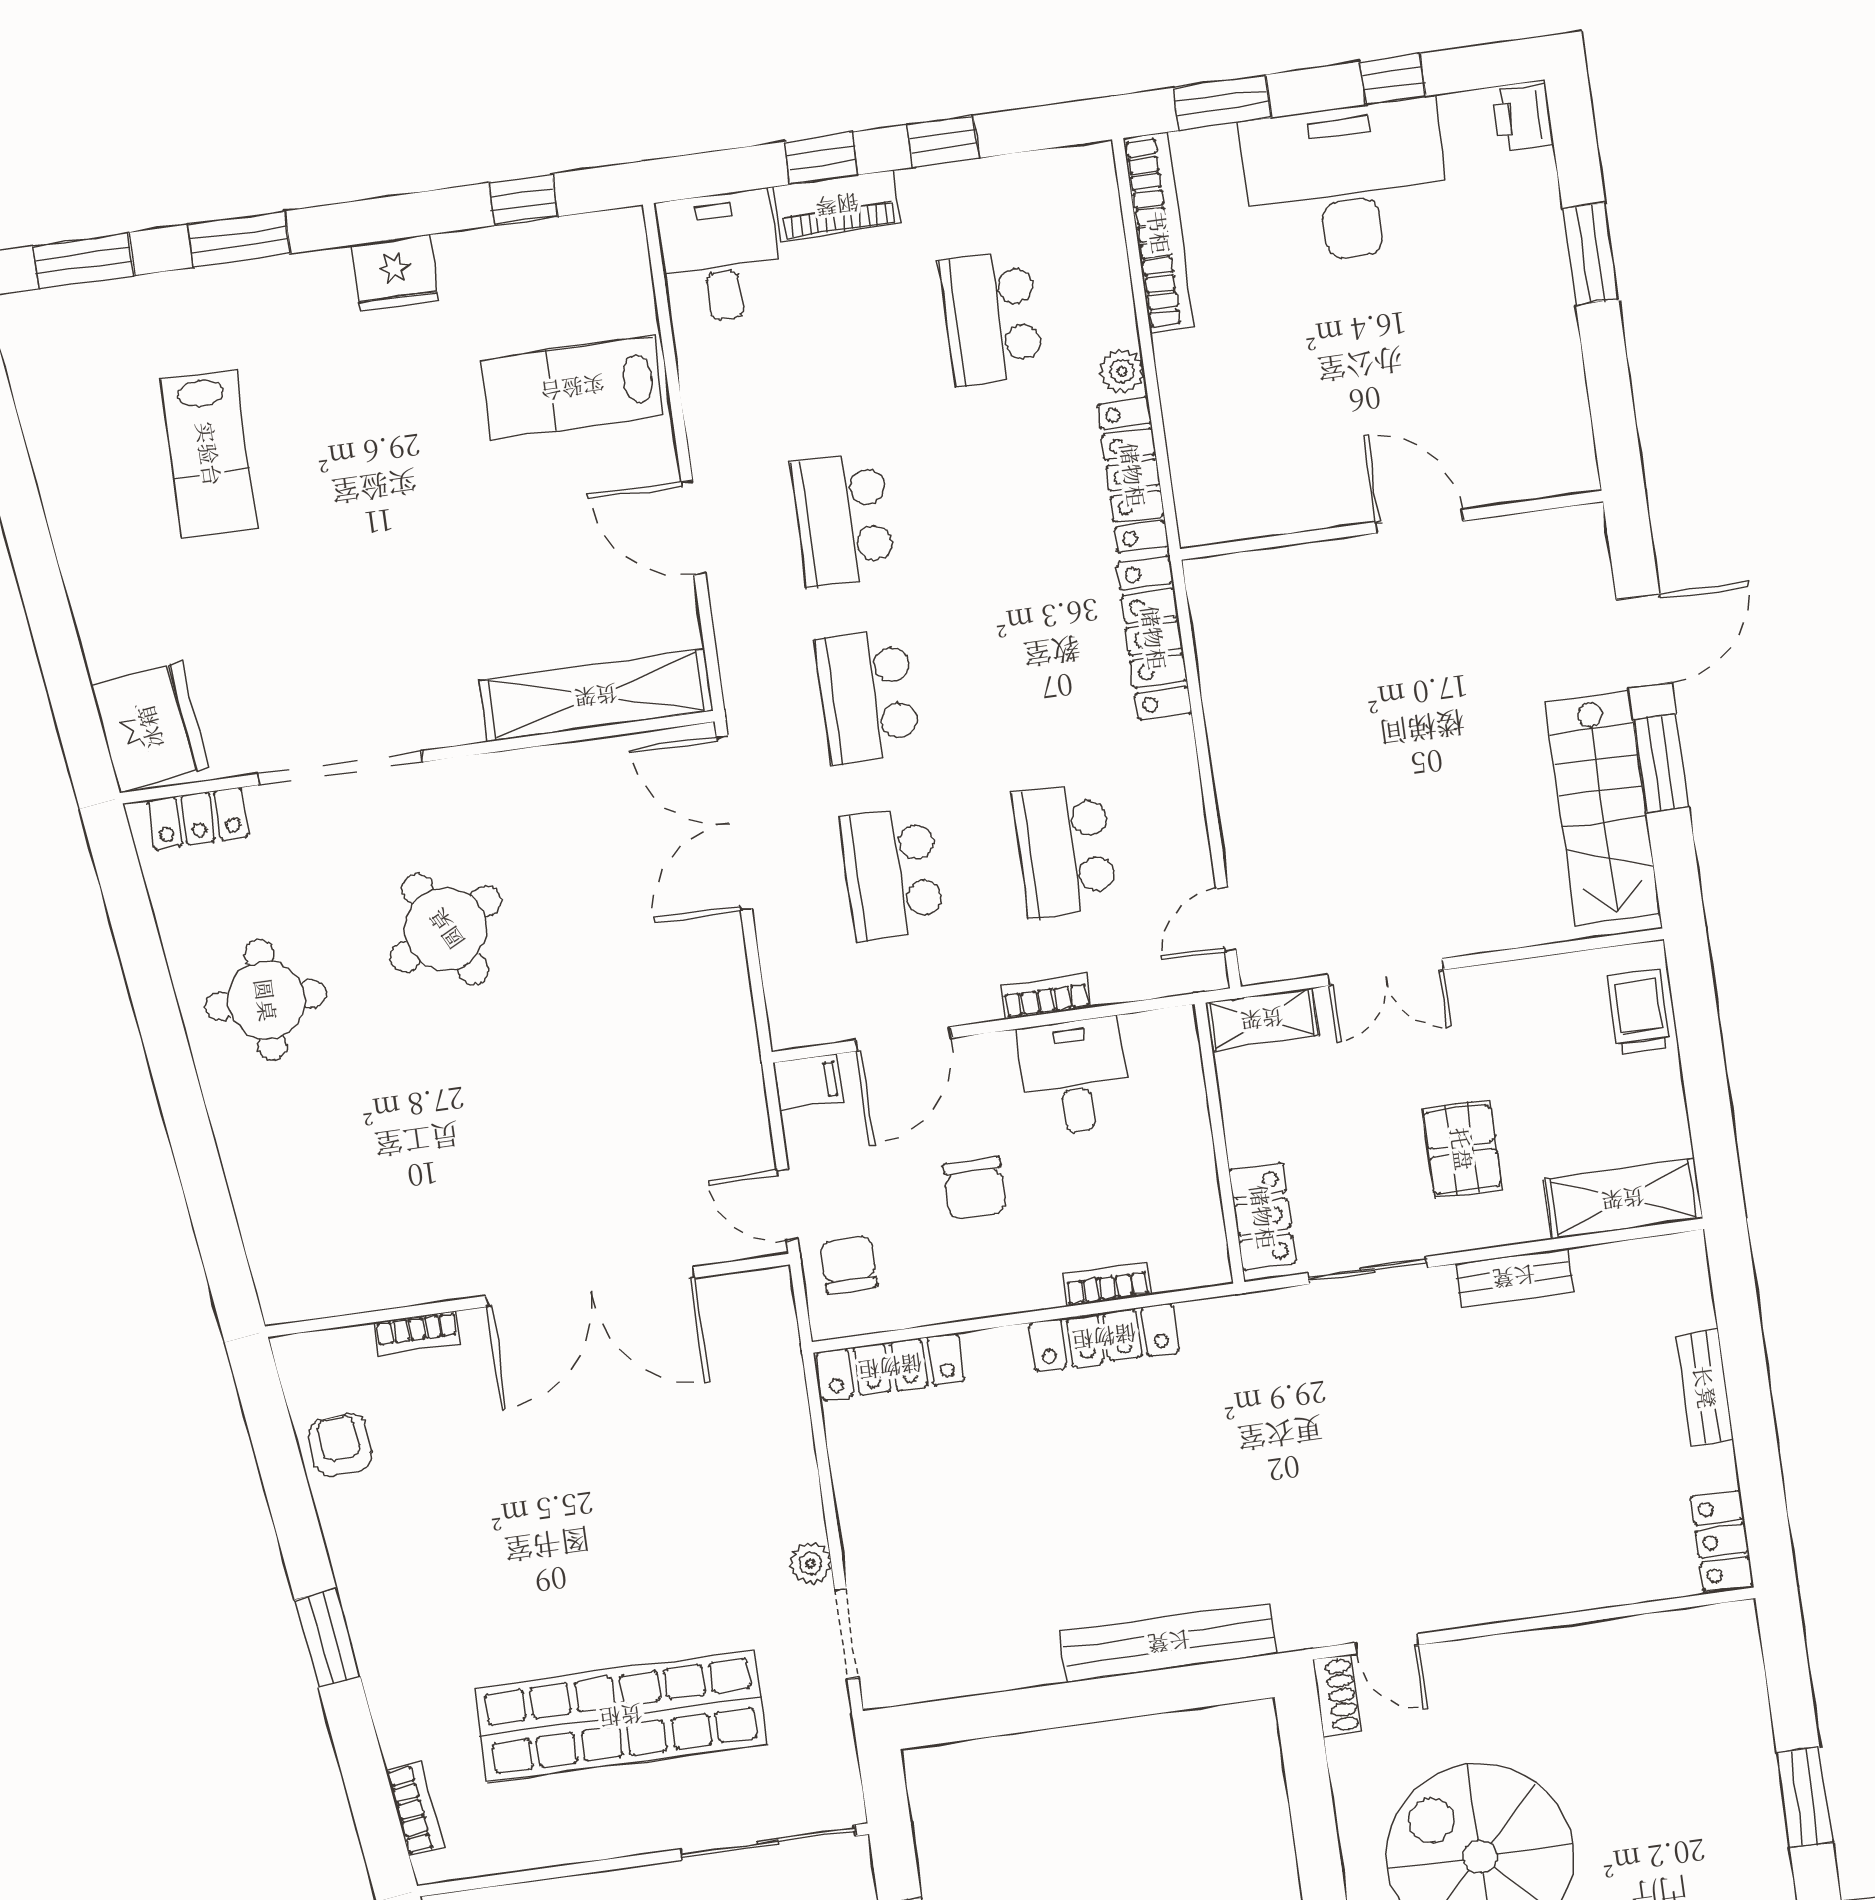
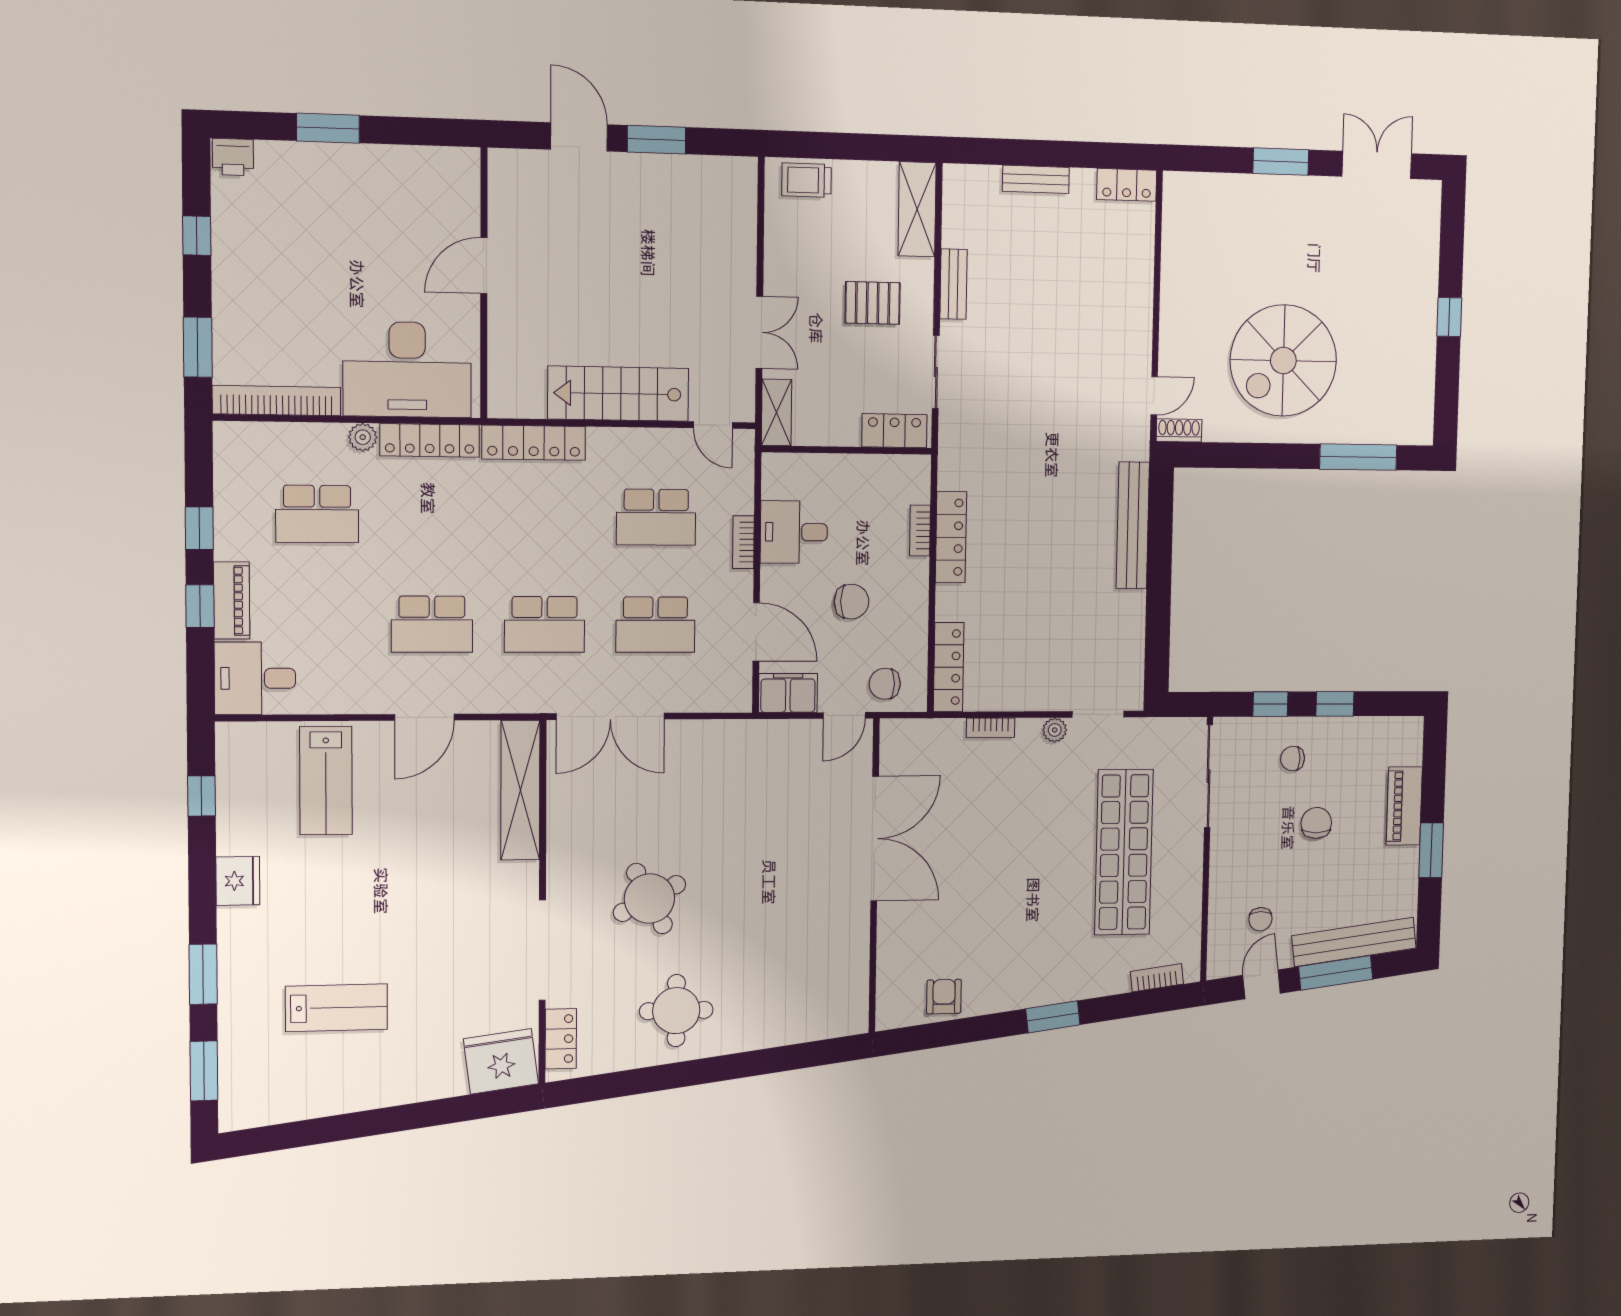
desk: (1346, 182) -> (407, 370), moved, turned -90
stairs: (1603, 809) -> (618, 394), moved, turned 180
filing cabinet: (808, 1082) -> (788, 693), width x2.00
bookcase: (417, 1333) -> (991, 728), moved, turned 90
armchair: (340, 1445) -> (944, 997), turned 95

